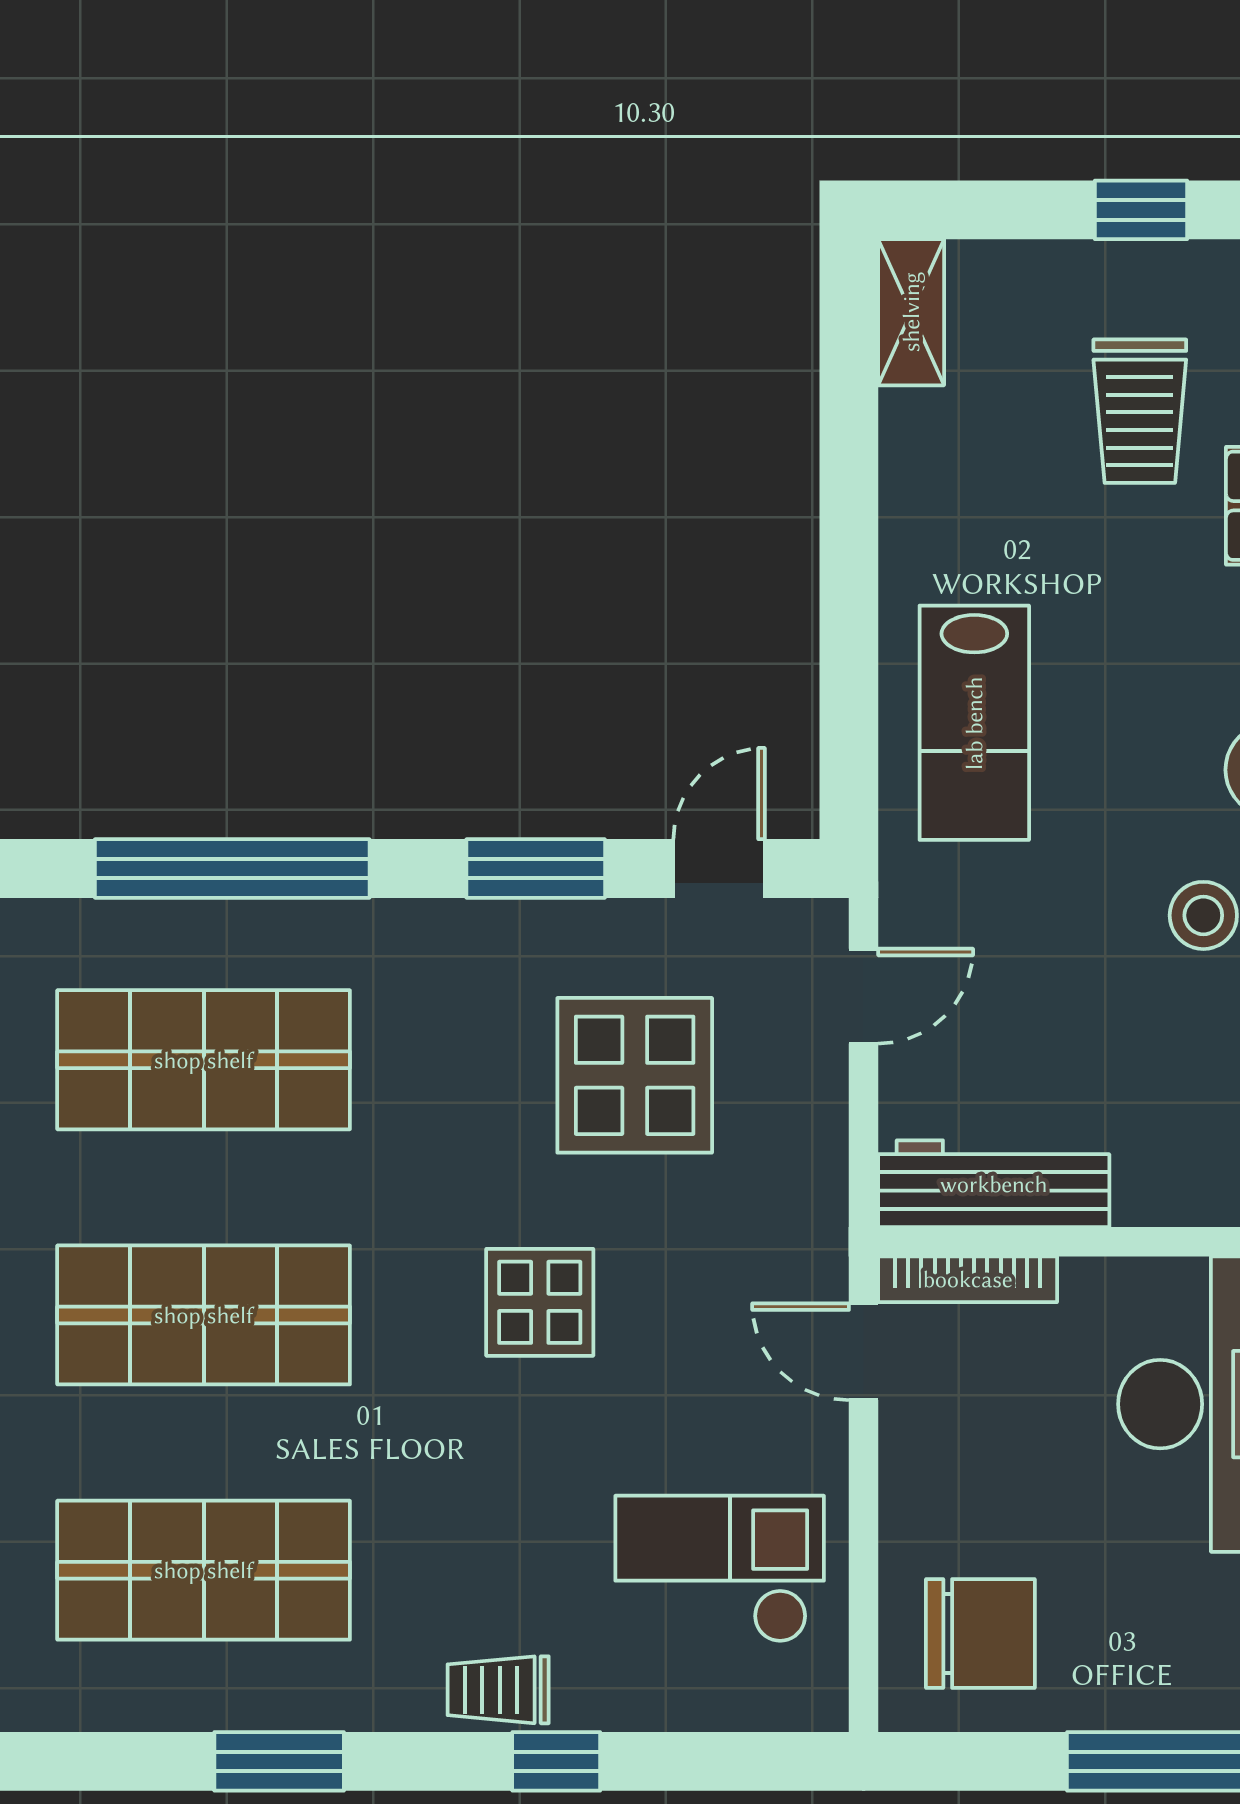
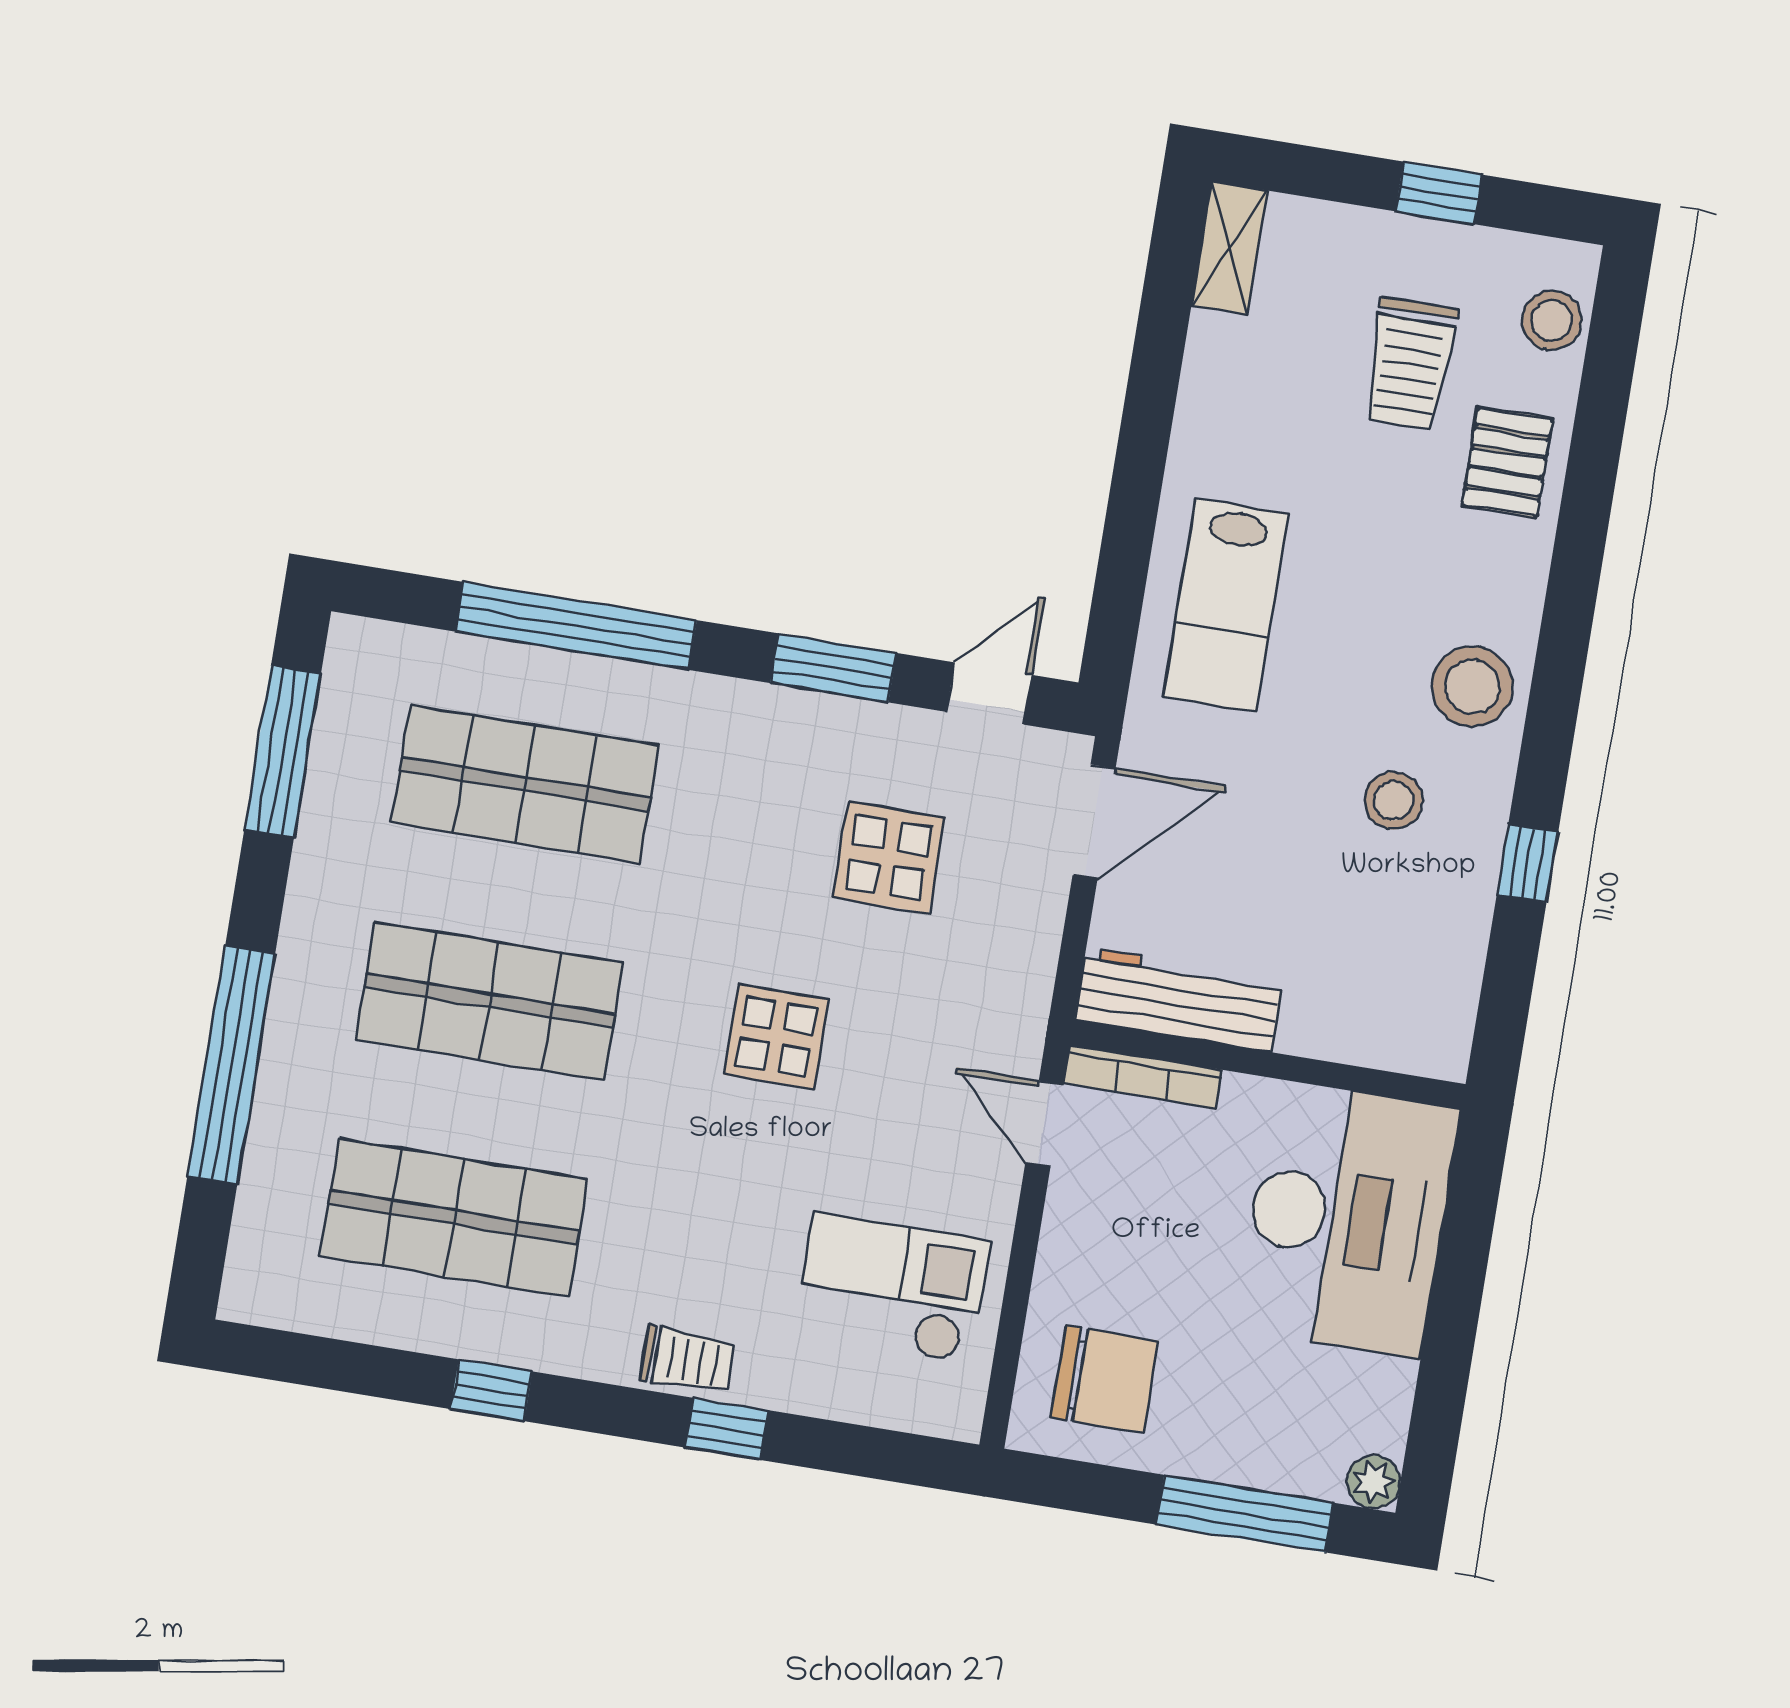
door: (864, 996) -> (1094, 822), width x1.38
display table: (635, 1075) -> (889, 857), width x0.73, depth x0.73
trolley: (498, 1690) -> (687, 1360), turned 180
window: (279, 1761) -> (491, 1390), width x0.67

